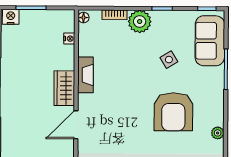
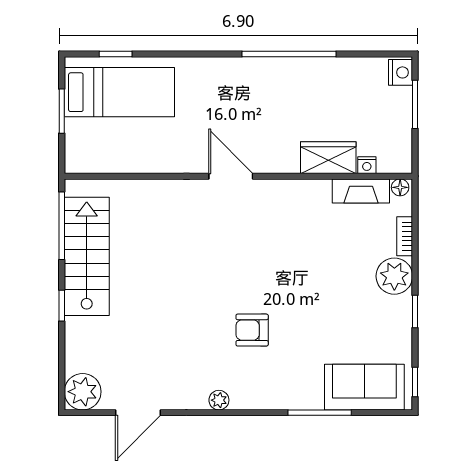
side table: (169, 60) -> (334, 323), removed
fireplace: (85, 75) -> (361, 191), moved
wardrobe: (64, 88) -> (328, 158), moved
armchair: (173, 112) -> (252, 330), width x0.53, depth x0.53

